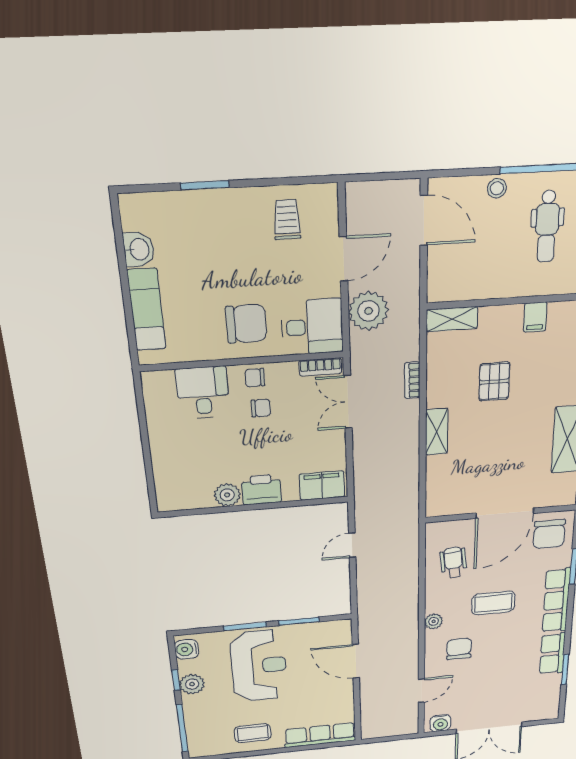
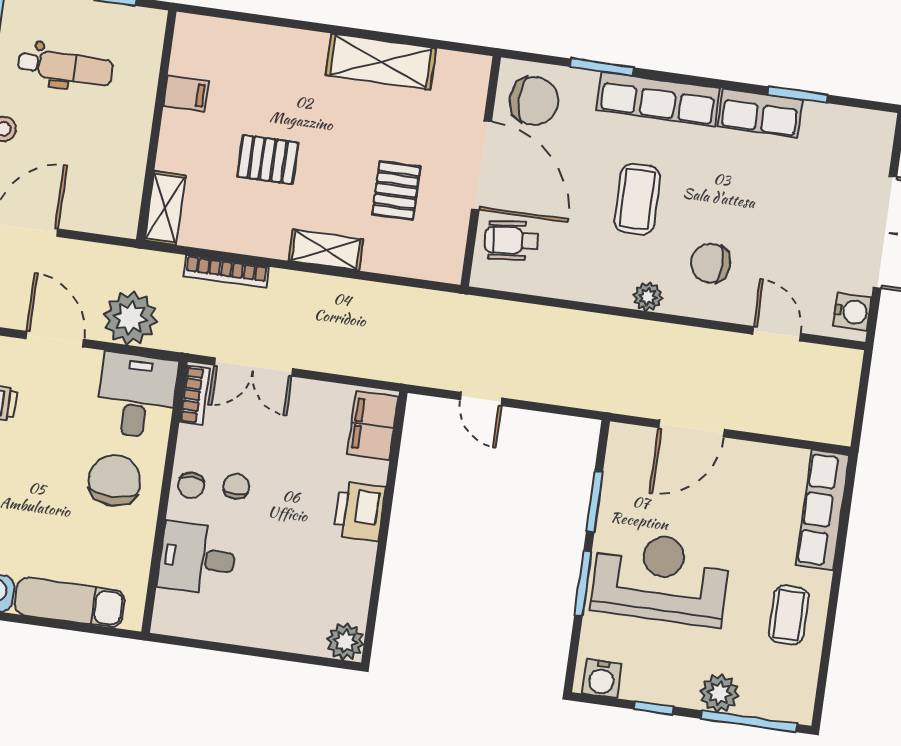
bookcase: (412, 380) -> (226, 271), width x1.56
pallet: (482, 467) -> (396, 190), added
plant: (227, 495) -> (345, 641), moved
wheelchair: (453, 562) -> (512, 240), moved
plant: (192, 684) -> (719, 693), moved

